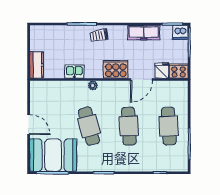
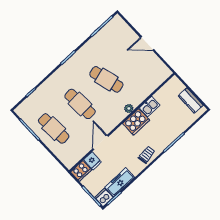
freezer: (144, 33) -> (120, 182), moved
trolley: (99, 35) -> (147, 155), moved
kitchen counter: (36, 65) -> (191, 100), moved
cooker: (116, 69) -> (136, 122), moved
booth: (53, 155) -> (112, 38), removed

